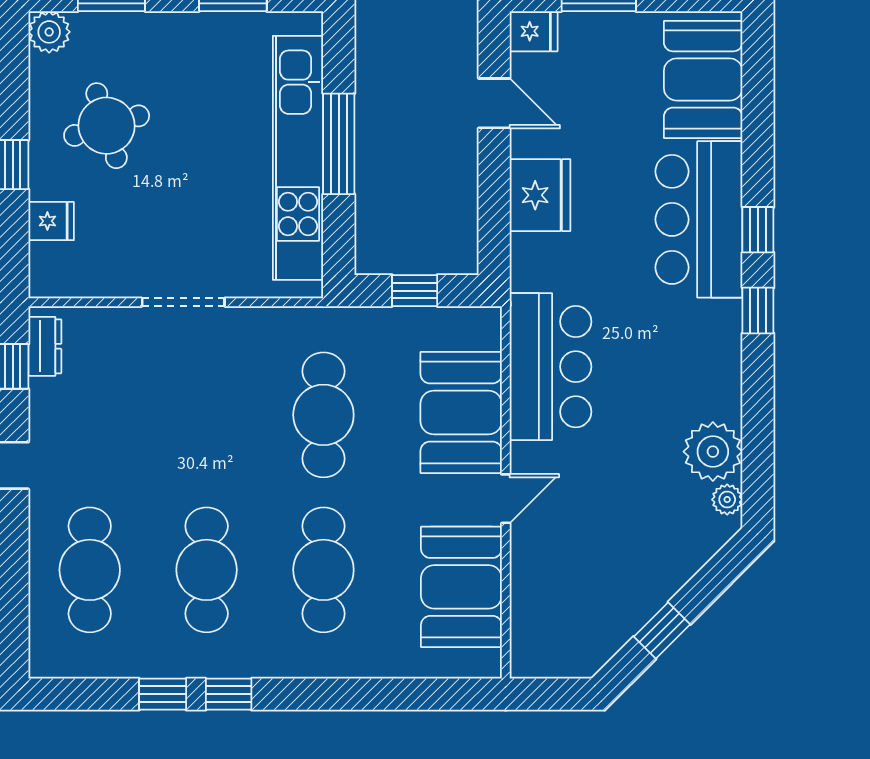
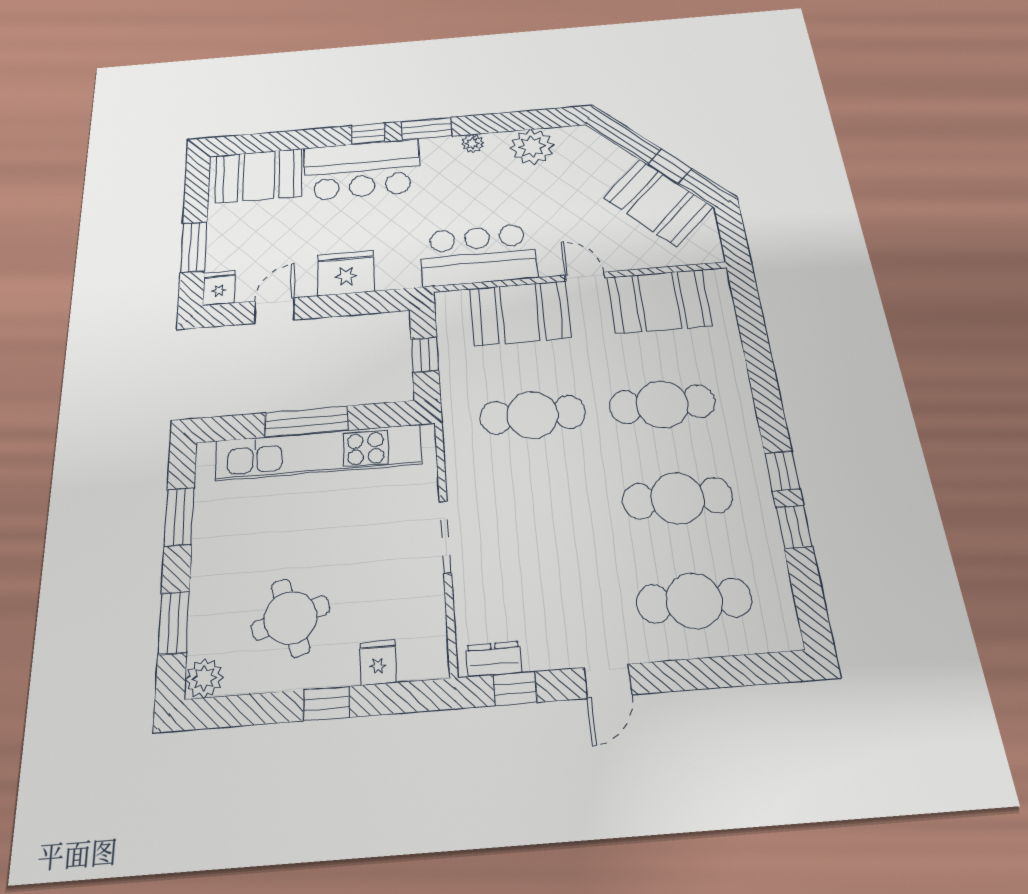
window: (758, 310) -> (427, 129), width x1.50
plant: (727, 500) -> (473, 143), moved
booth: (607, 607) -> (658, 202), added

